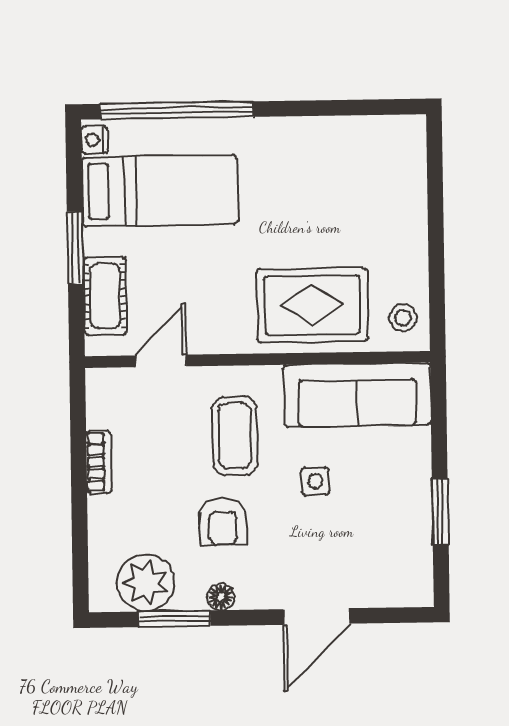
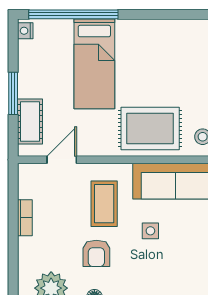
bed: (159, 191) -> (94, 64), moved, turned 90

